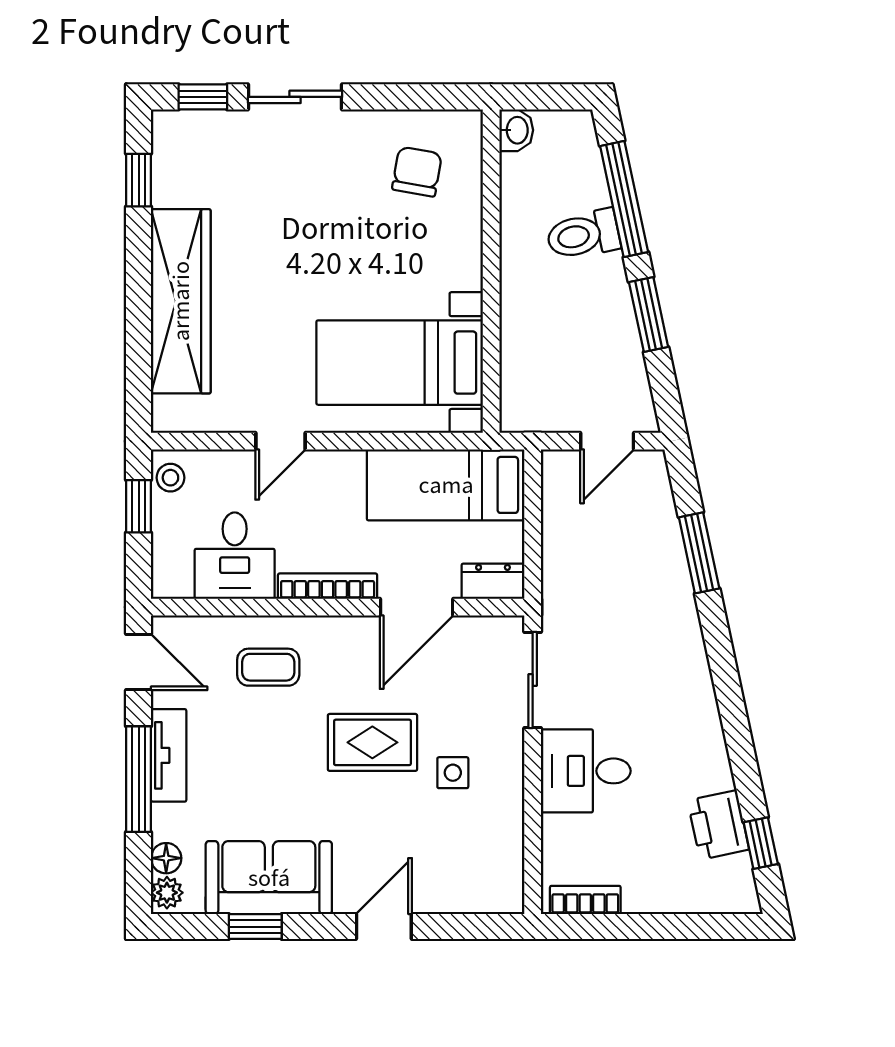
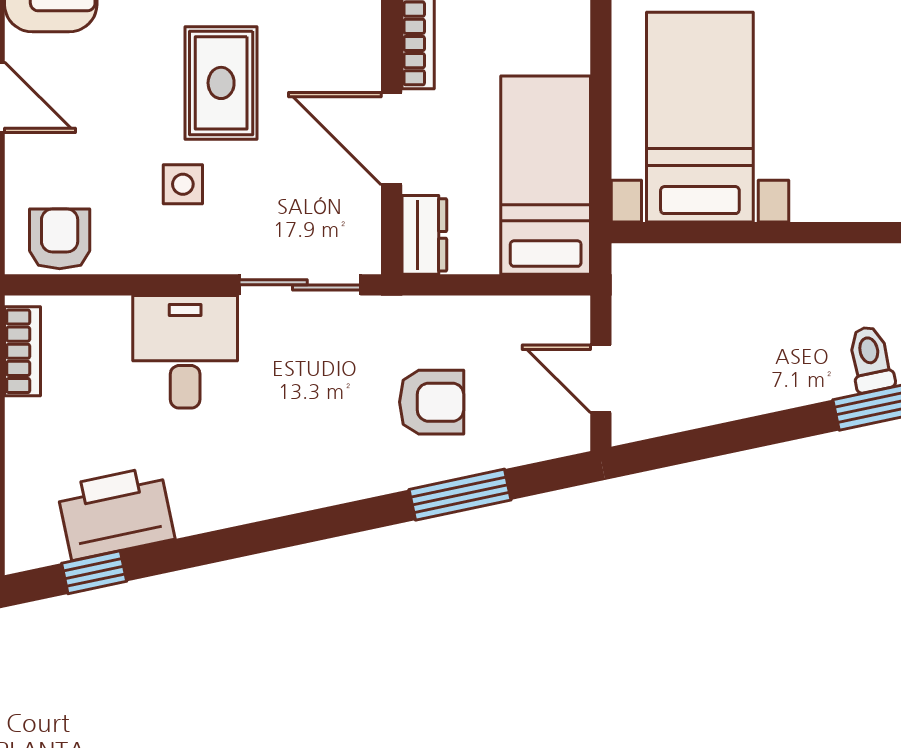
toilet: (583, 235) -> (871, 359), width x0.73, depth x0.72
window: (649, 315) -> (760, 431), removed
armchair: (626, 575) -> (432, 402), added
printer: (718, 825) -> (116, 513), width x1.37, depth x1.19
armchair: (496, 870) -> (60, 239), added

